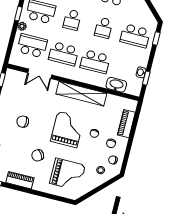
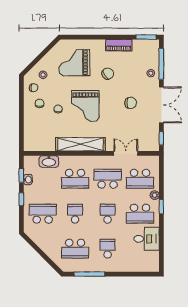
window: (156, 39) -> (21, 199), moved
school desk: (95, 62) -> (75, 179), turned 180
piano: (126, 124) -> (30, 126), removed

